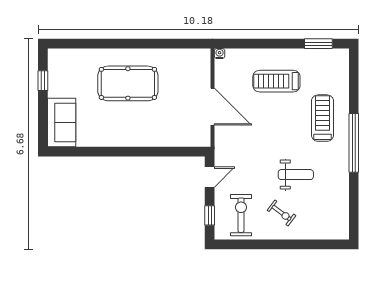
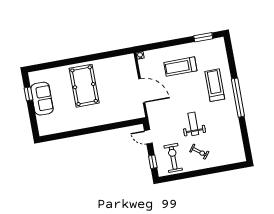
pool table: (128, 83) -> (84, 86), turned 90
sofa: (62, 122) -> (42, 99), moved
weight bench: (296, 175) -> (193, 124), moved, turned -90
door: (210, 177) -> (148, 137), swing flipped

